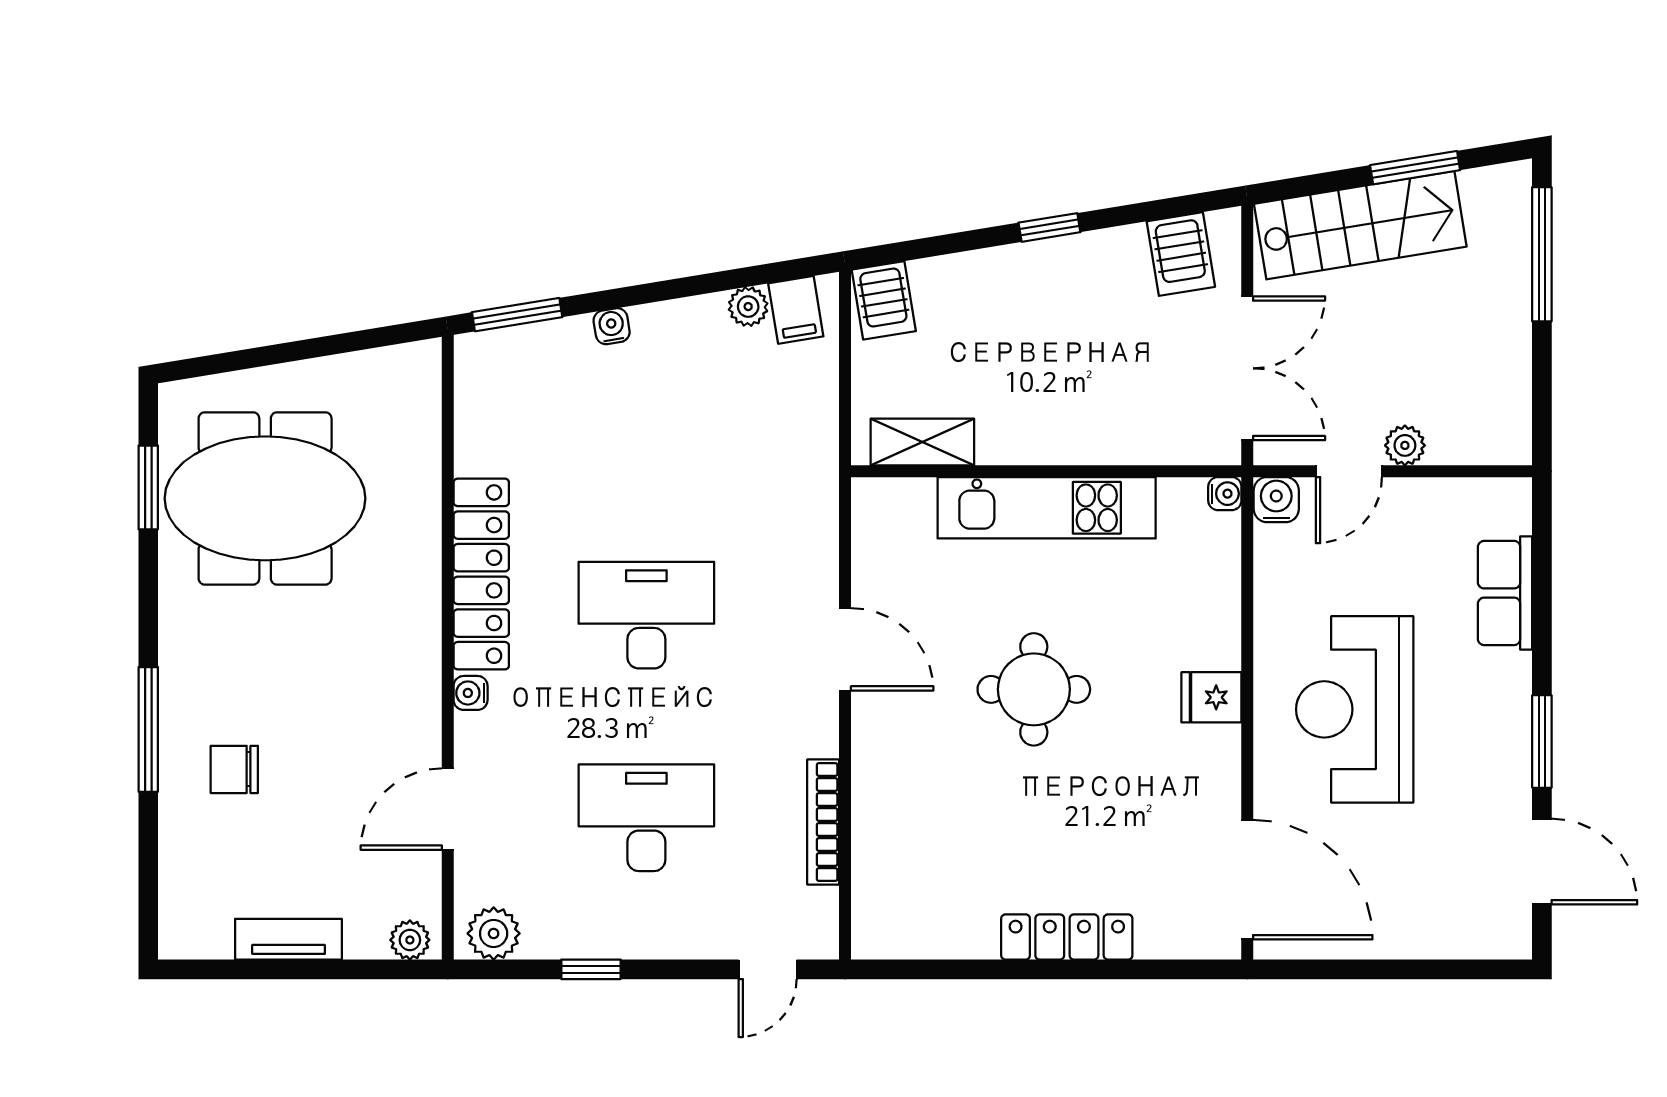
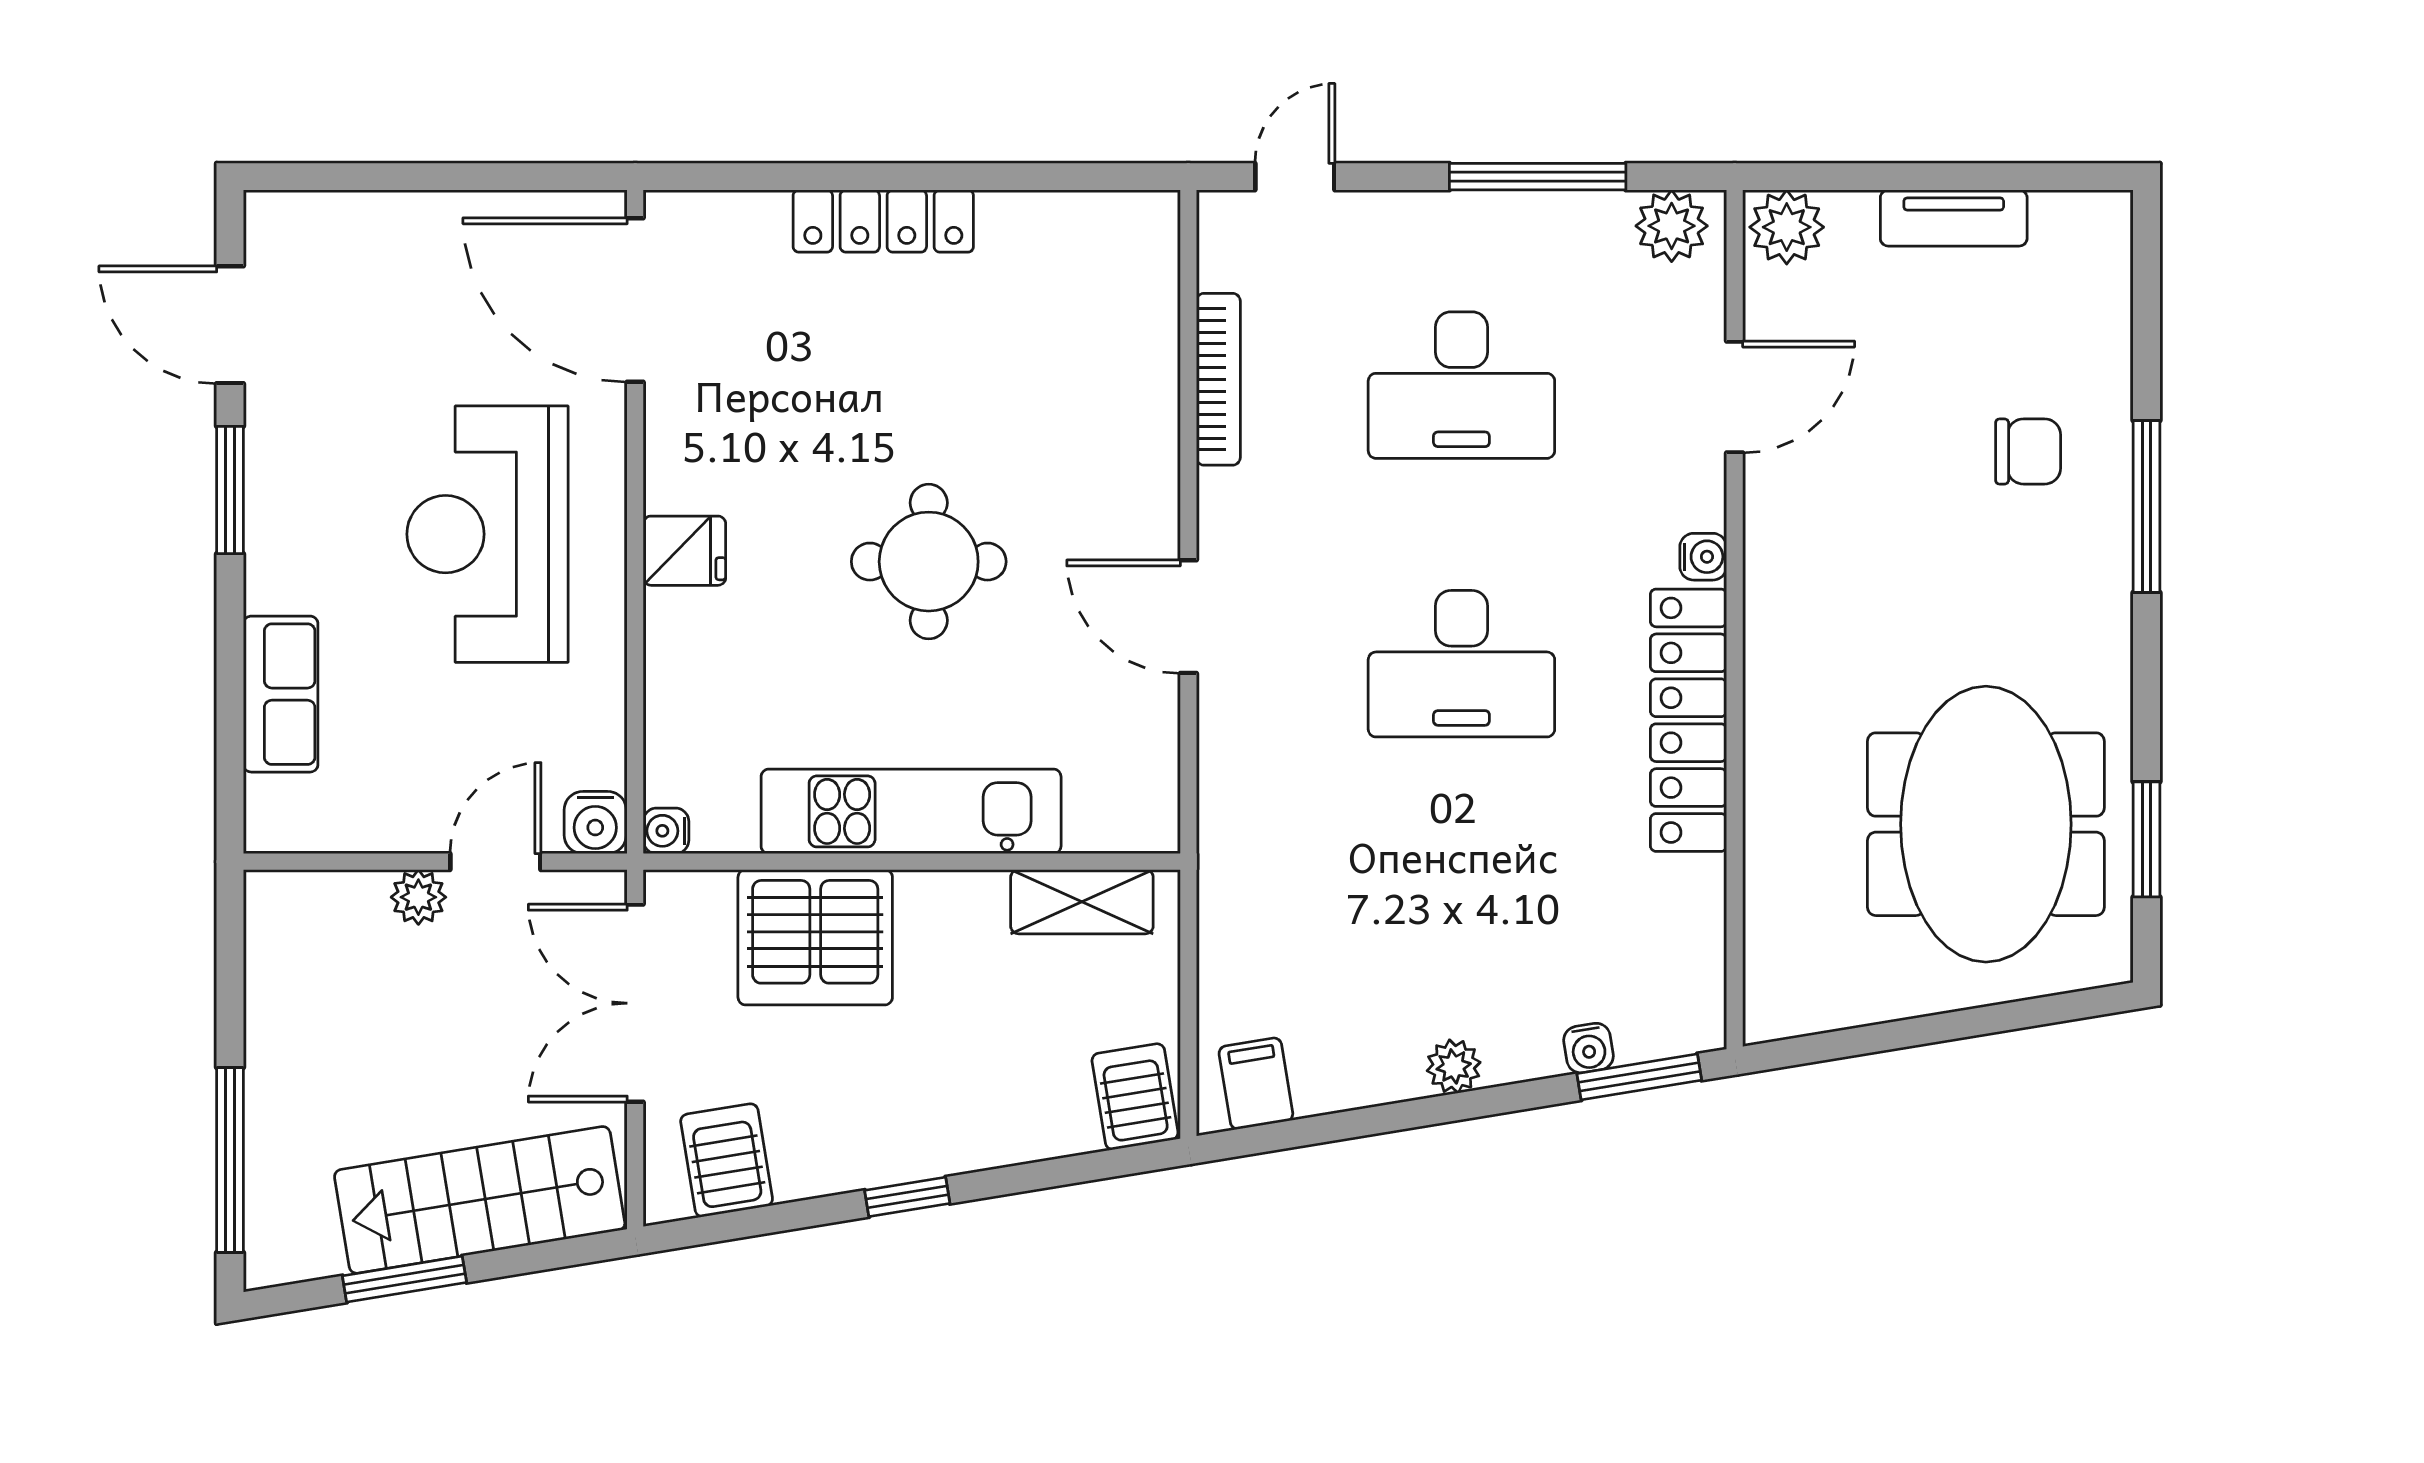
plant: (748, 307) -> (1454, 1066), moved
water cooler: (612, 326) -> (1588, 1048), moved
server rack: (1116, 416) -> (815, 937), added
meeting table: (265, 498) -> (1986, 824), turned 90
reception desk: (1355, 709) -> (487, 534), turned 180
plant: (410, 940) -> (1787, 227), width x1.38, depth x1.38
window: (591, 969) -> (1538, 177), width x2.17

